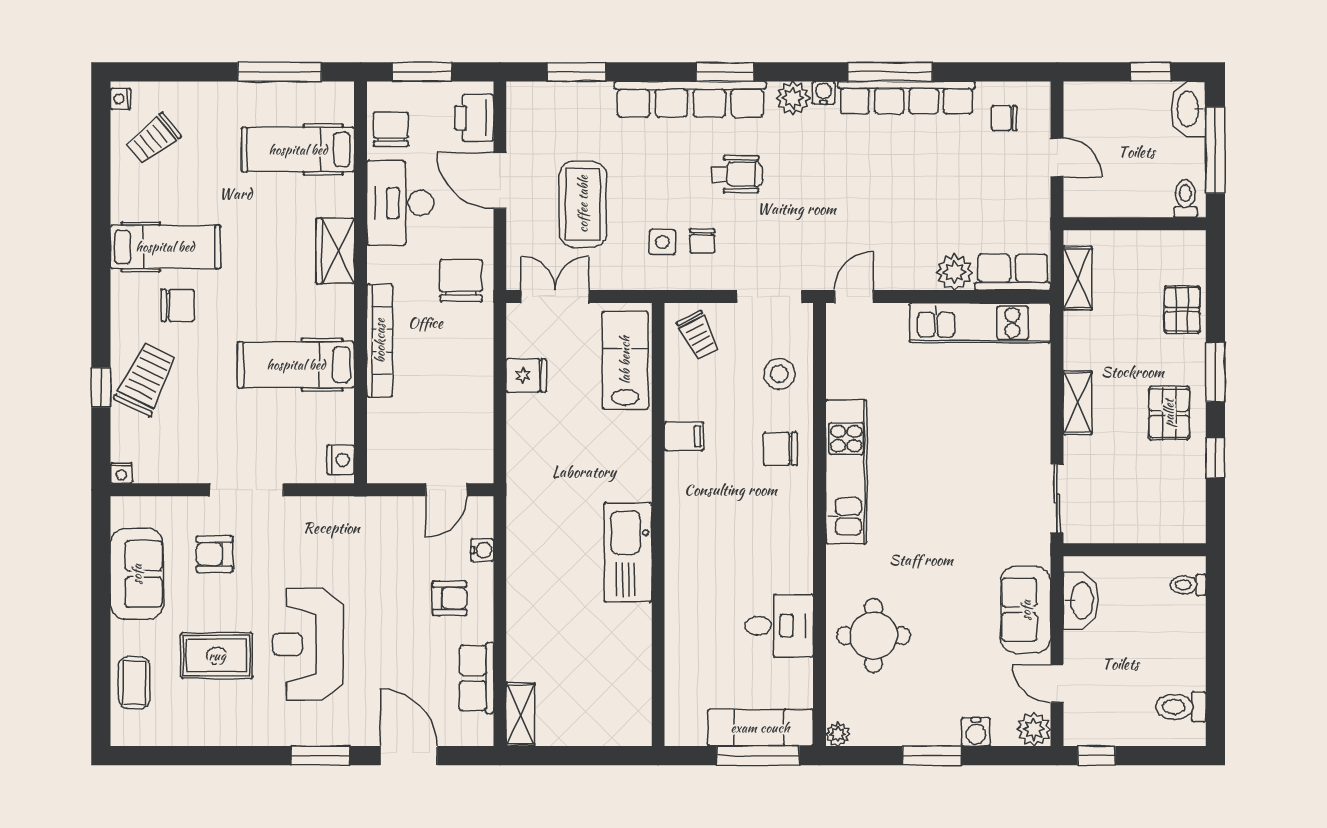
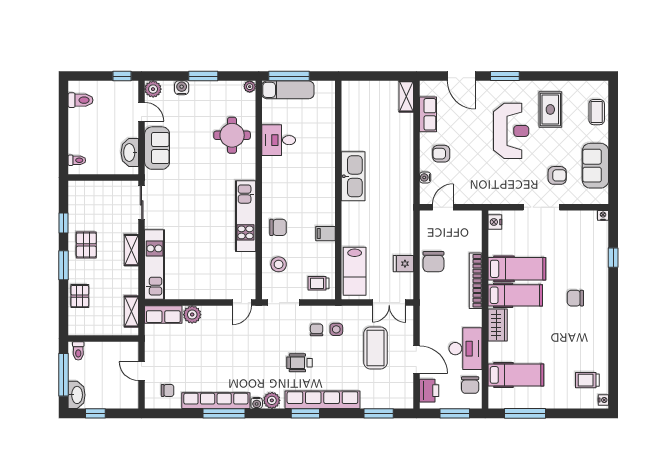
trolley: (153, 139) -> (587, 380), turned -141
hospital bed: (165, 247) -> (515, 295), moved, turned 180
chair: (461, 281) -> (433, 262), moved
kitchen unit: (980, 323) -> (155, 264), moved, turned 90
trolley: (698, 335) -> (318, 283), turned -63
trolley: (146, 379) -> (591, 262), removed
rug: (217, 656) -> (550, 109), moved, turned 90

